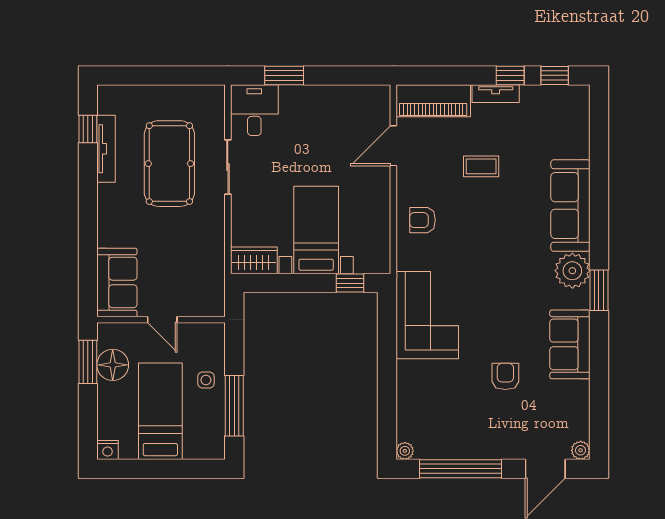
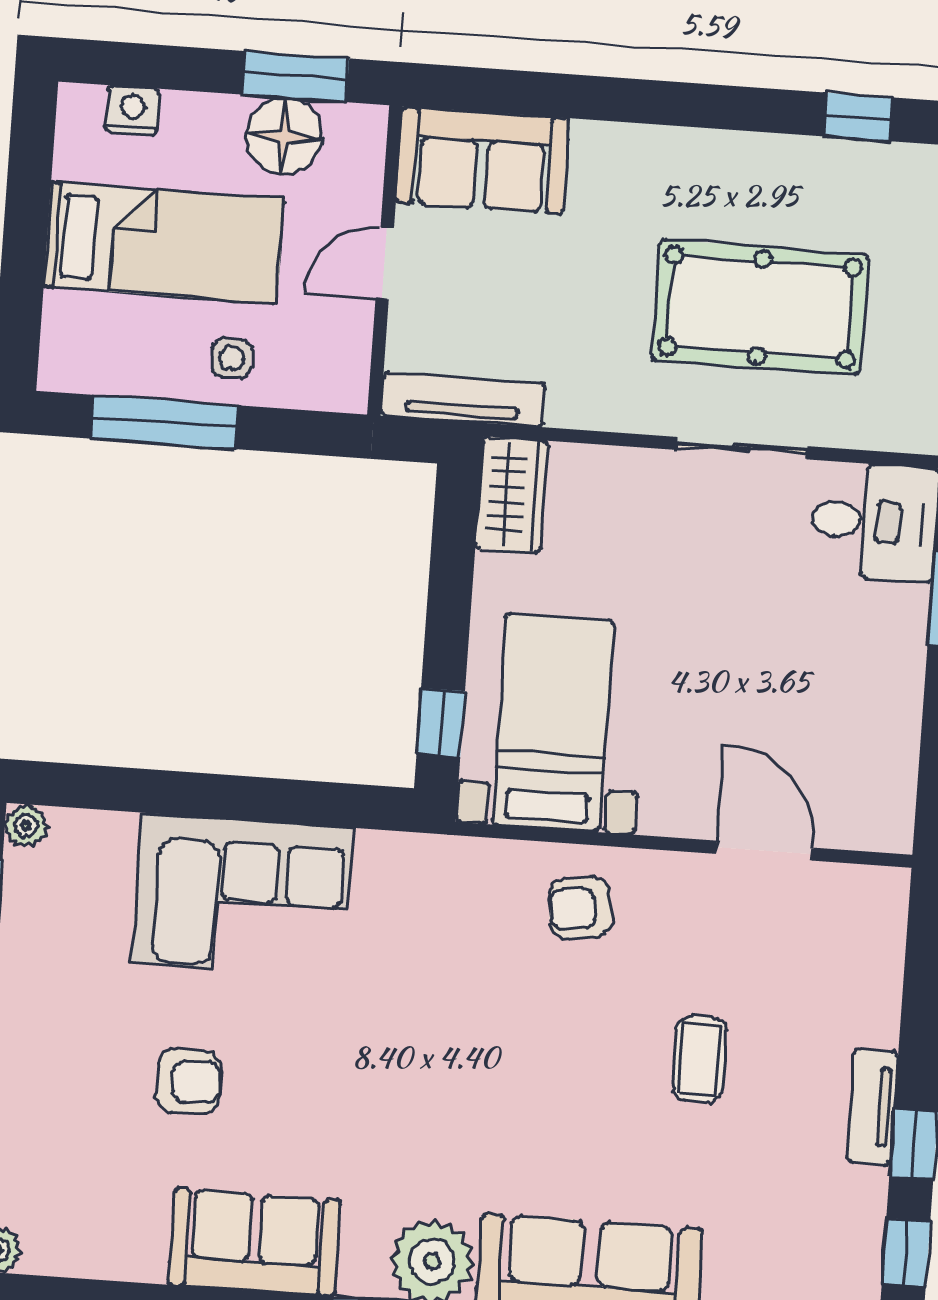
piano: (433, 101) -> (866, 955), removed
tv unit: (106, 149) -> (463, 399), moved, turned 180
armchair: (422, 220) -> (580, 908), turned -97
bed with nightstands: (316, 230) -> (553, 722), moved, turned -90
corner sofa: (427, 315) -> (242, 895), moved
nightstand: (108, 450) -> (133, 110), moved, turned 90

